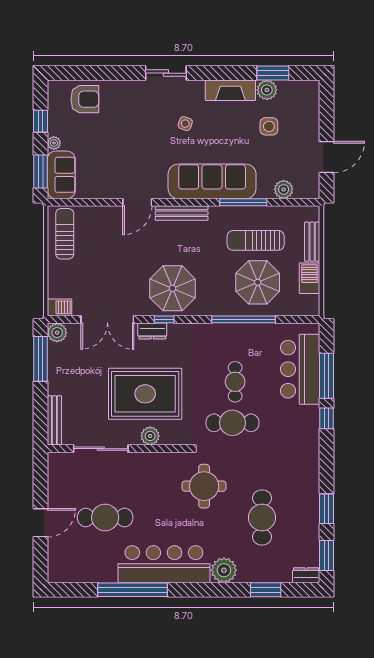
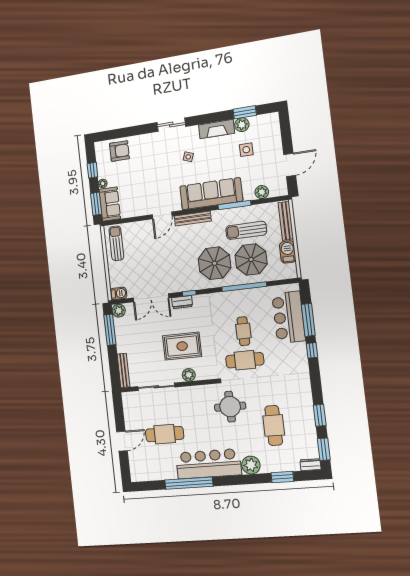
bench: (312, 242) -> (286, 221), width x1.36
parasol: (173, 288) -> (215, 263), moved
rug: (145, 394) -> (182, 346), width x0.73, depth x0.69

